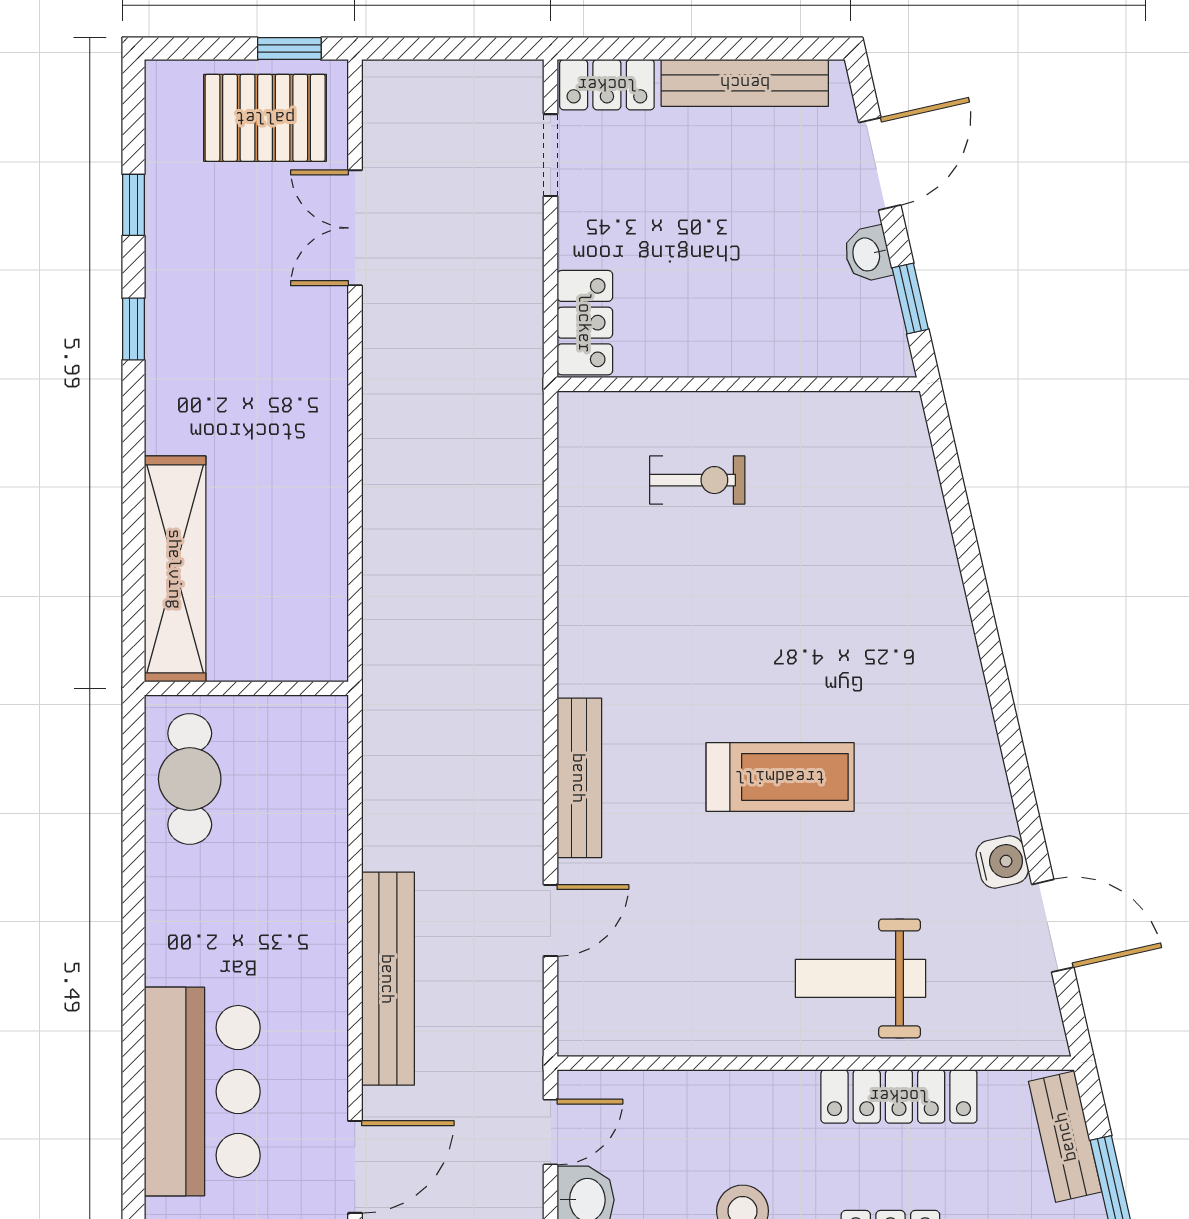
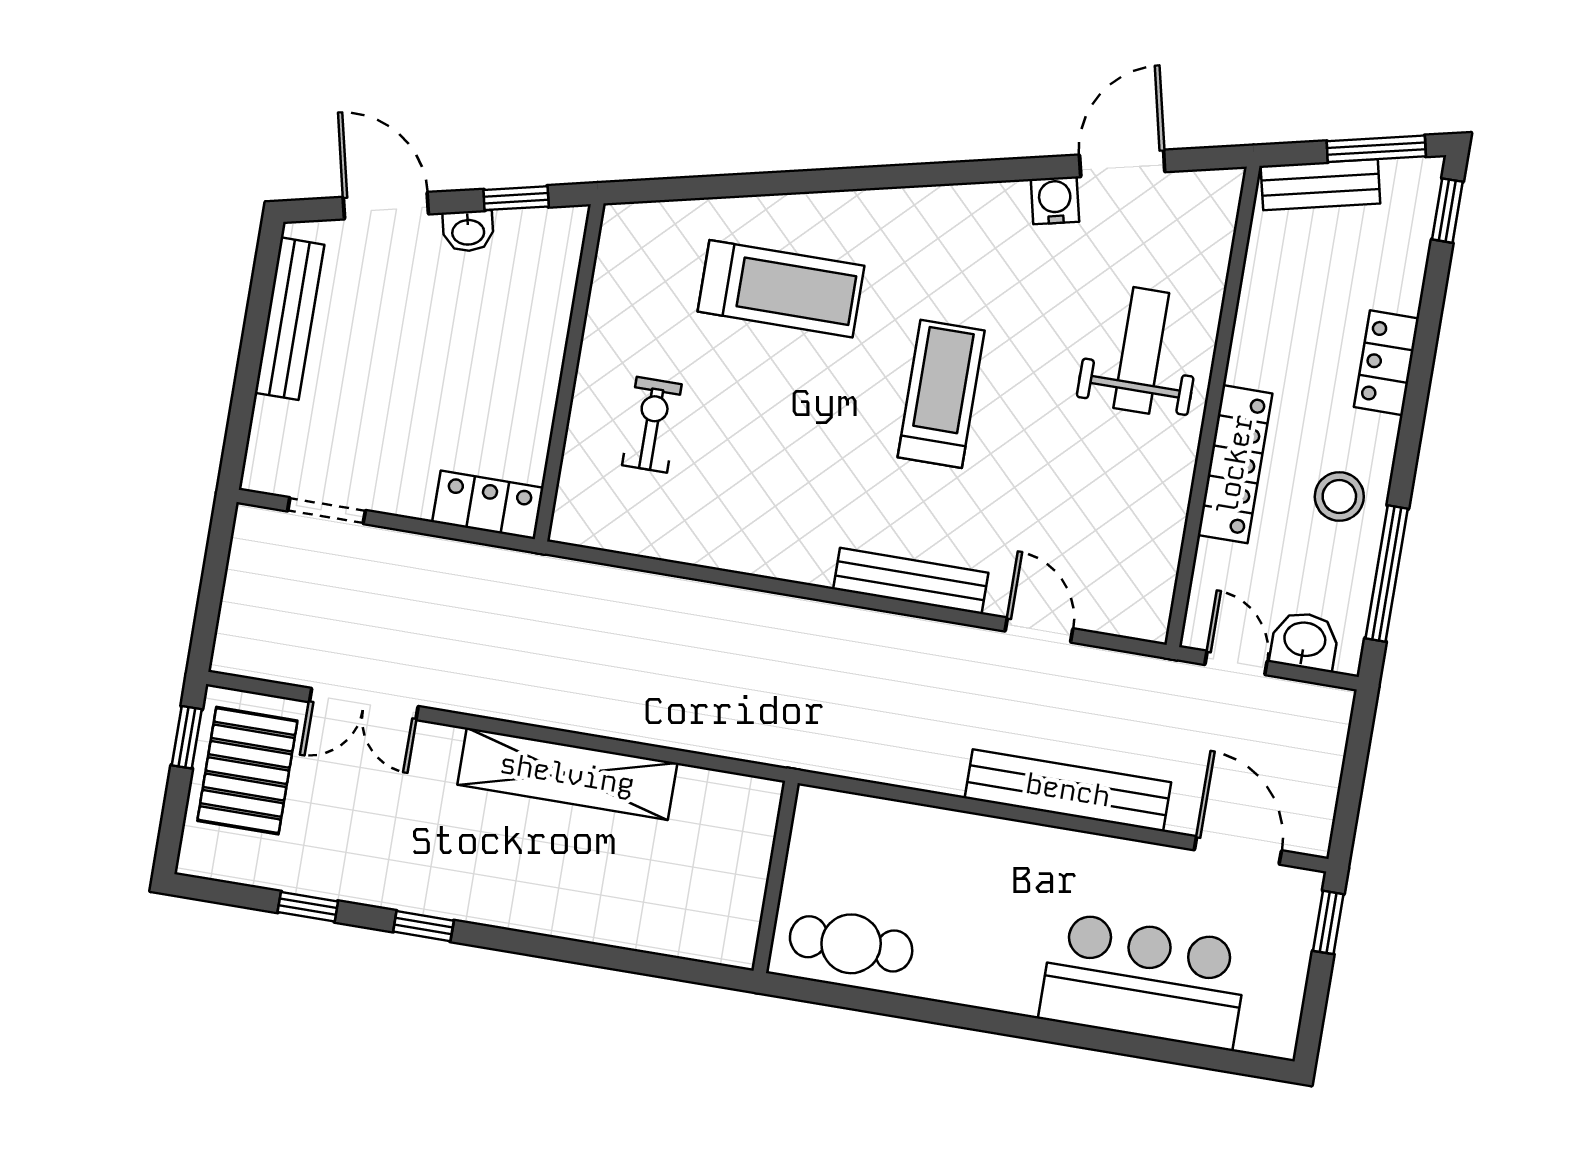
locker: (607, 85) -> (270, 447), removed
shelving: (175, 569) -> (567, 774), moved
treadmill: (862, 591) -> (781, 289), added
weight bench: (861, 978) -> (1141, 350), turned 180
locker: (899, 1096) -> (1235, 464), moved

